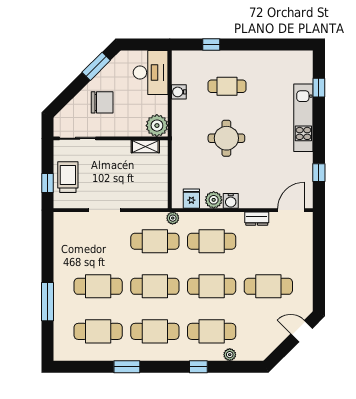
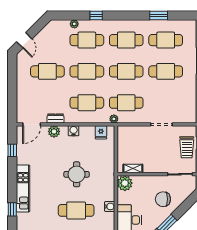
cafe table: (227, 86) -> (76, 210), width x1.37, depth x1.35
plant: (214, 200) -> (54, 131), moved
door: (302, 331) -> (24, 40), hinge flipped
window: (127, 367) -> (159, 16), moved

